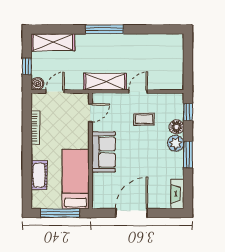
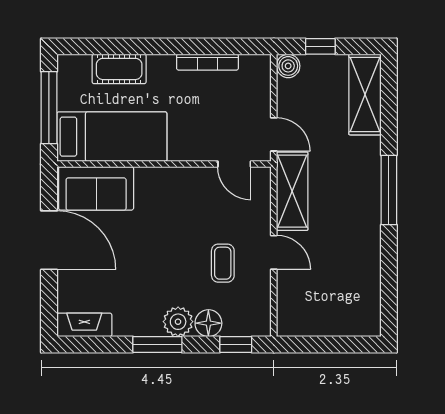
door: (55, 91) -> (274, 134), moved
sofa: (104, 152) -> (96, 188), moved

